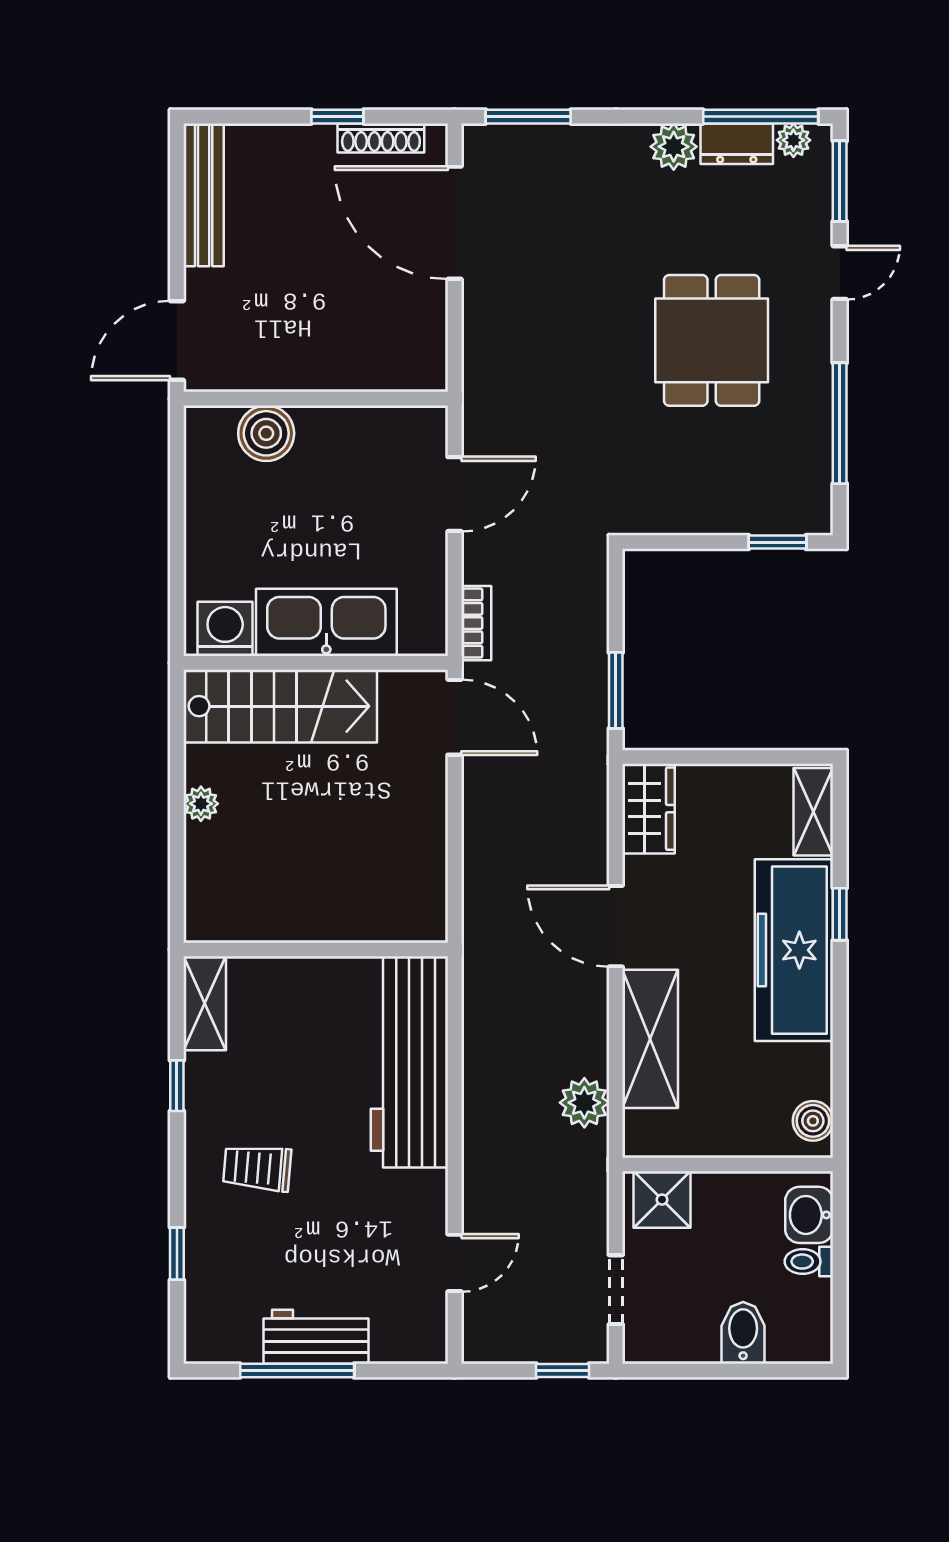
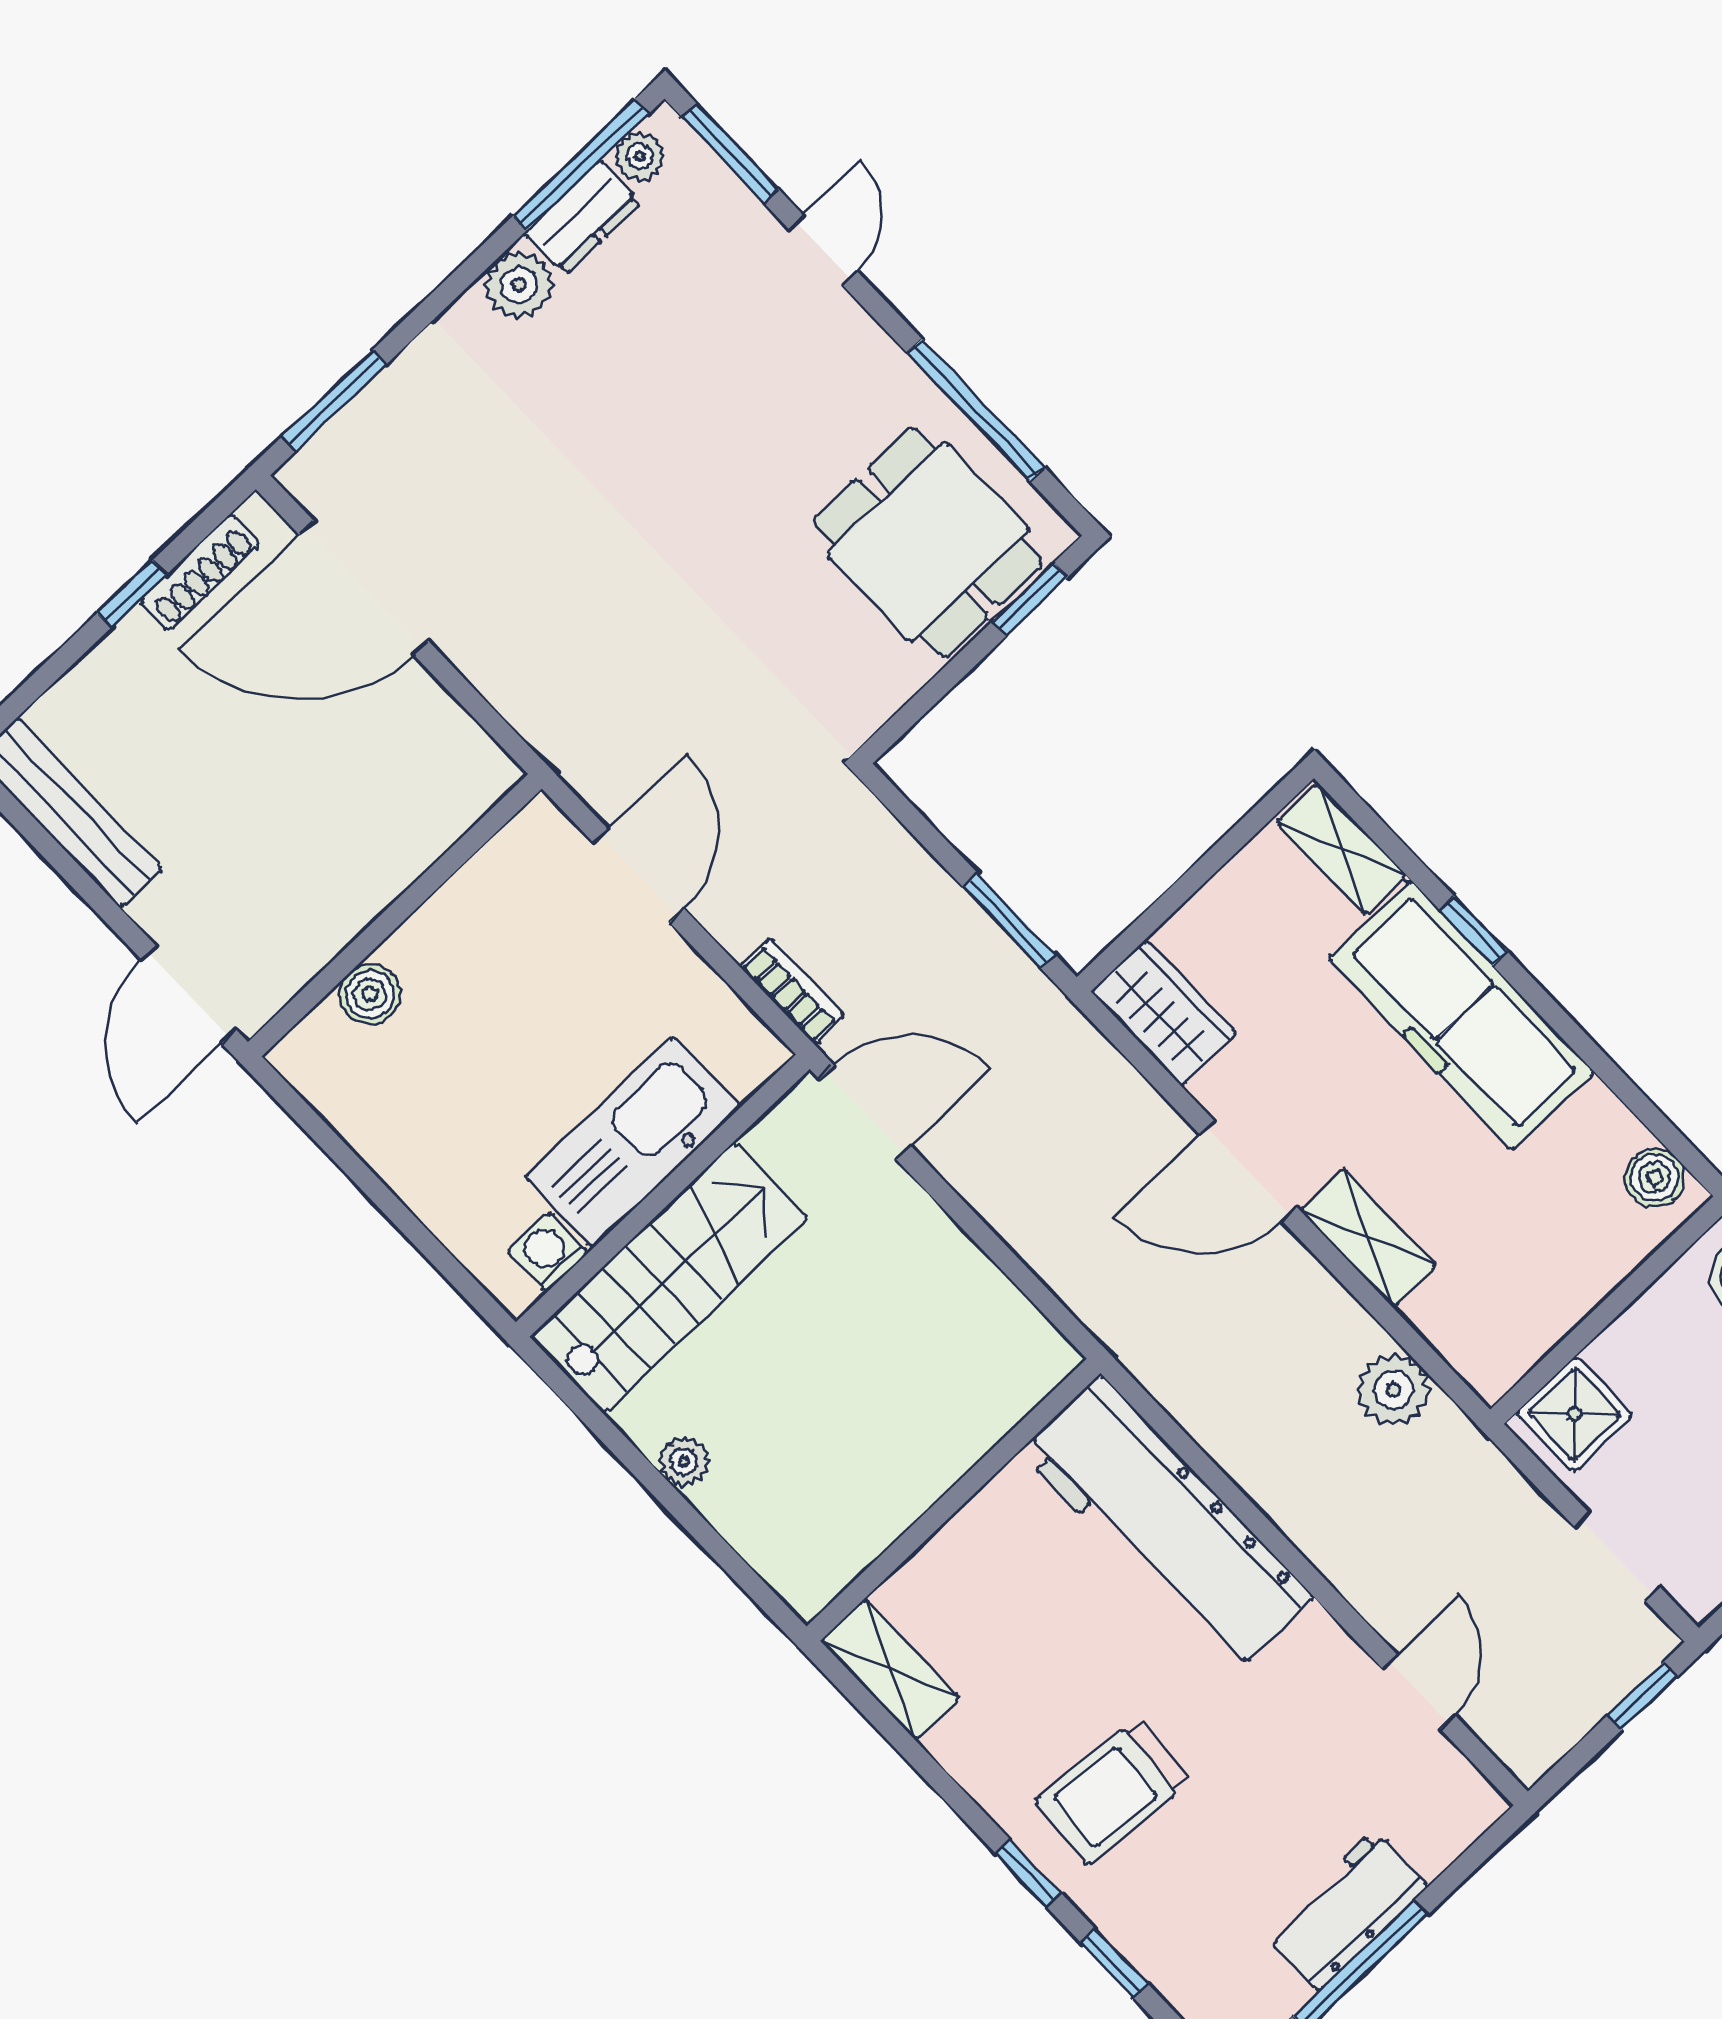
dining table: (712, 340) -> (928, 542), moved
boiler: (266, 433) -> (370, 994), width x0.73, depth x0.73
washing machine: (225, 629) -> (548, 1252), width x0.73, depth x0.73
shelving: (650, 1039) -> (1368, 1238), width x0.67, depth x0.75
window: (177, 1086) -> (1029, 1873), moved
trolley: (257, 1168) -> (1113, 1791), width x1.36, depth x1.39

